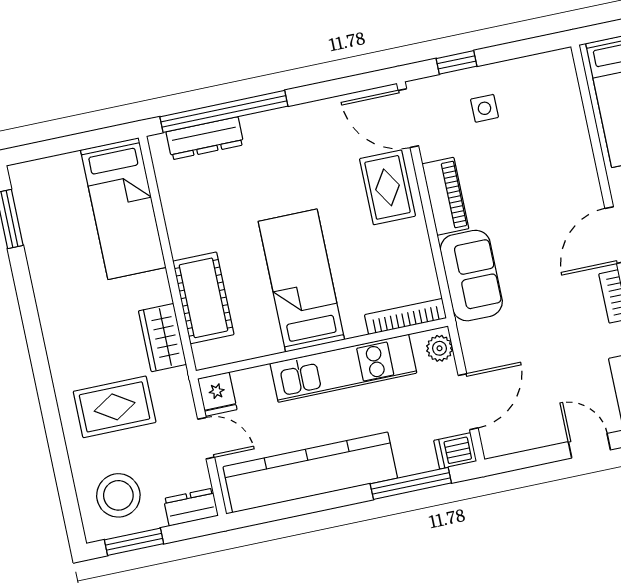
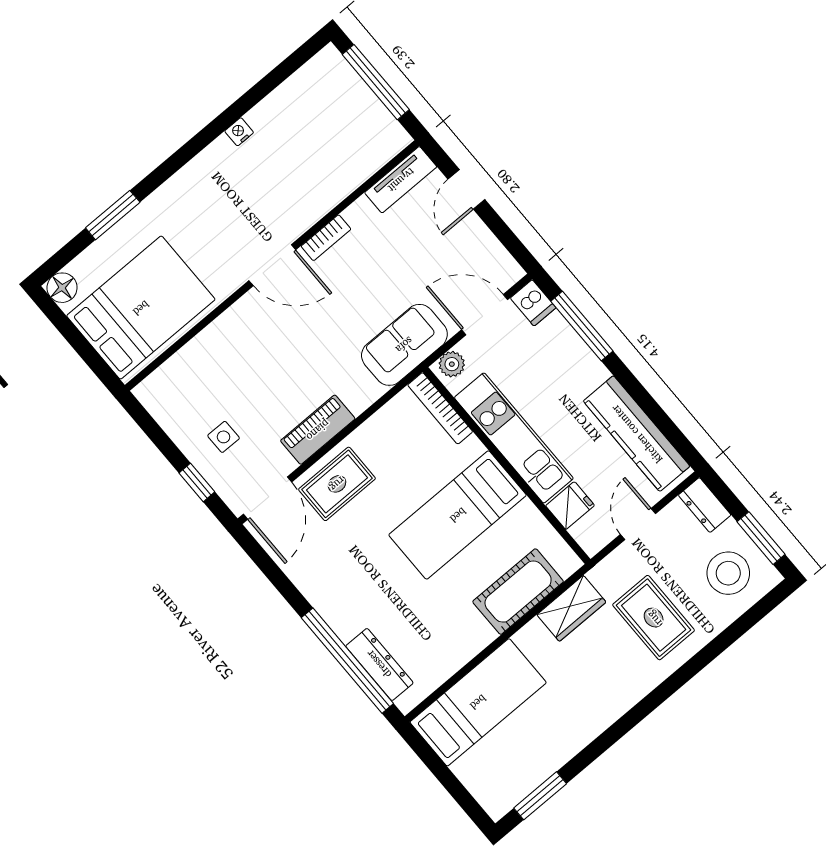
sofa: (471, 276) -> (404, 345), moved
fridge: (217, 394) -> (570, 506), moved
kitchen counter: (310, 472) -> (637, 434), width x0.72, depth x0.86

